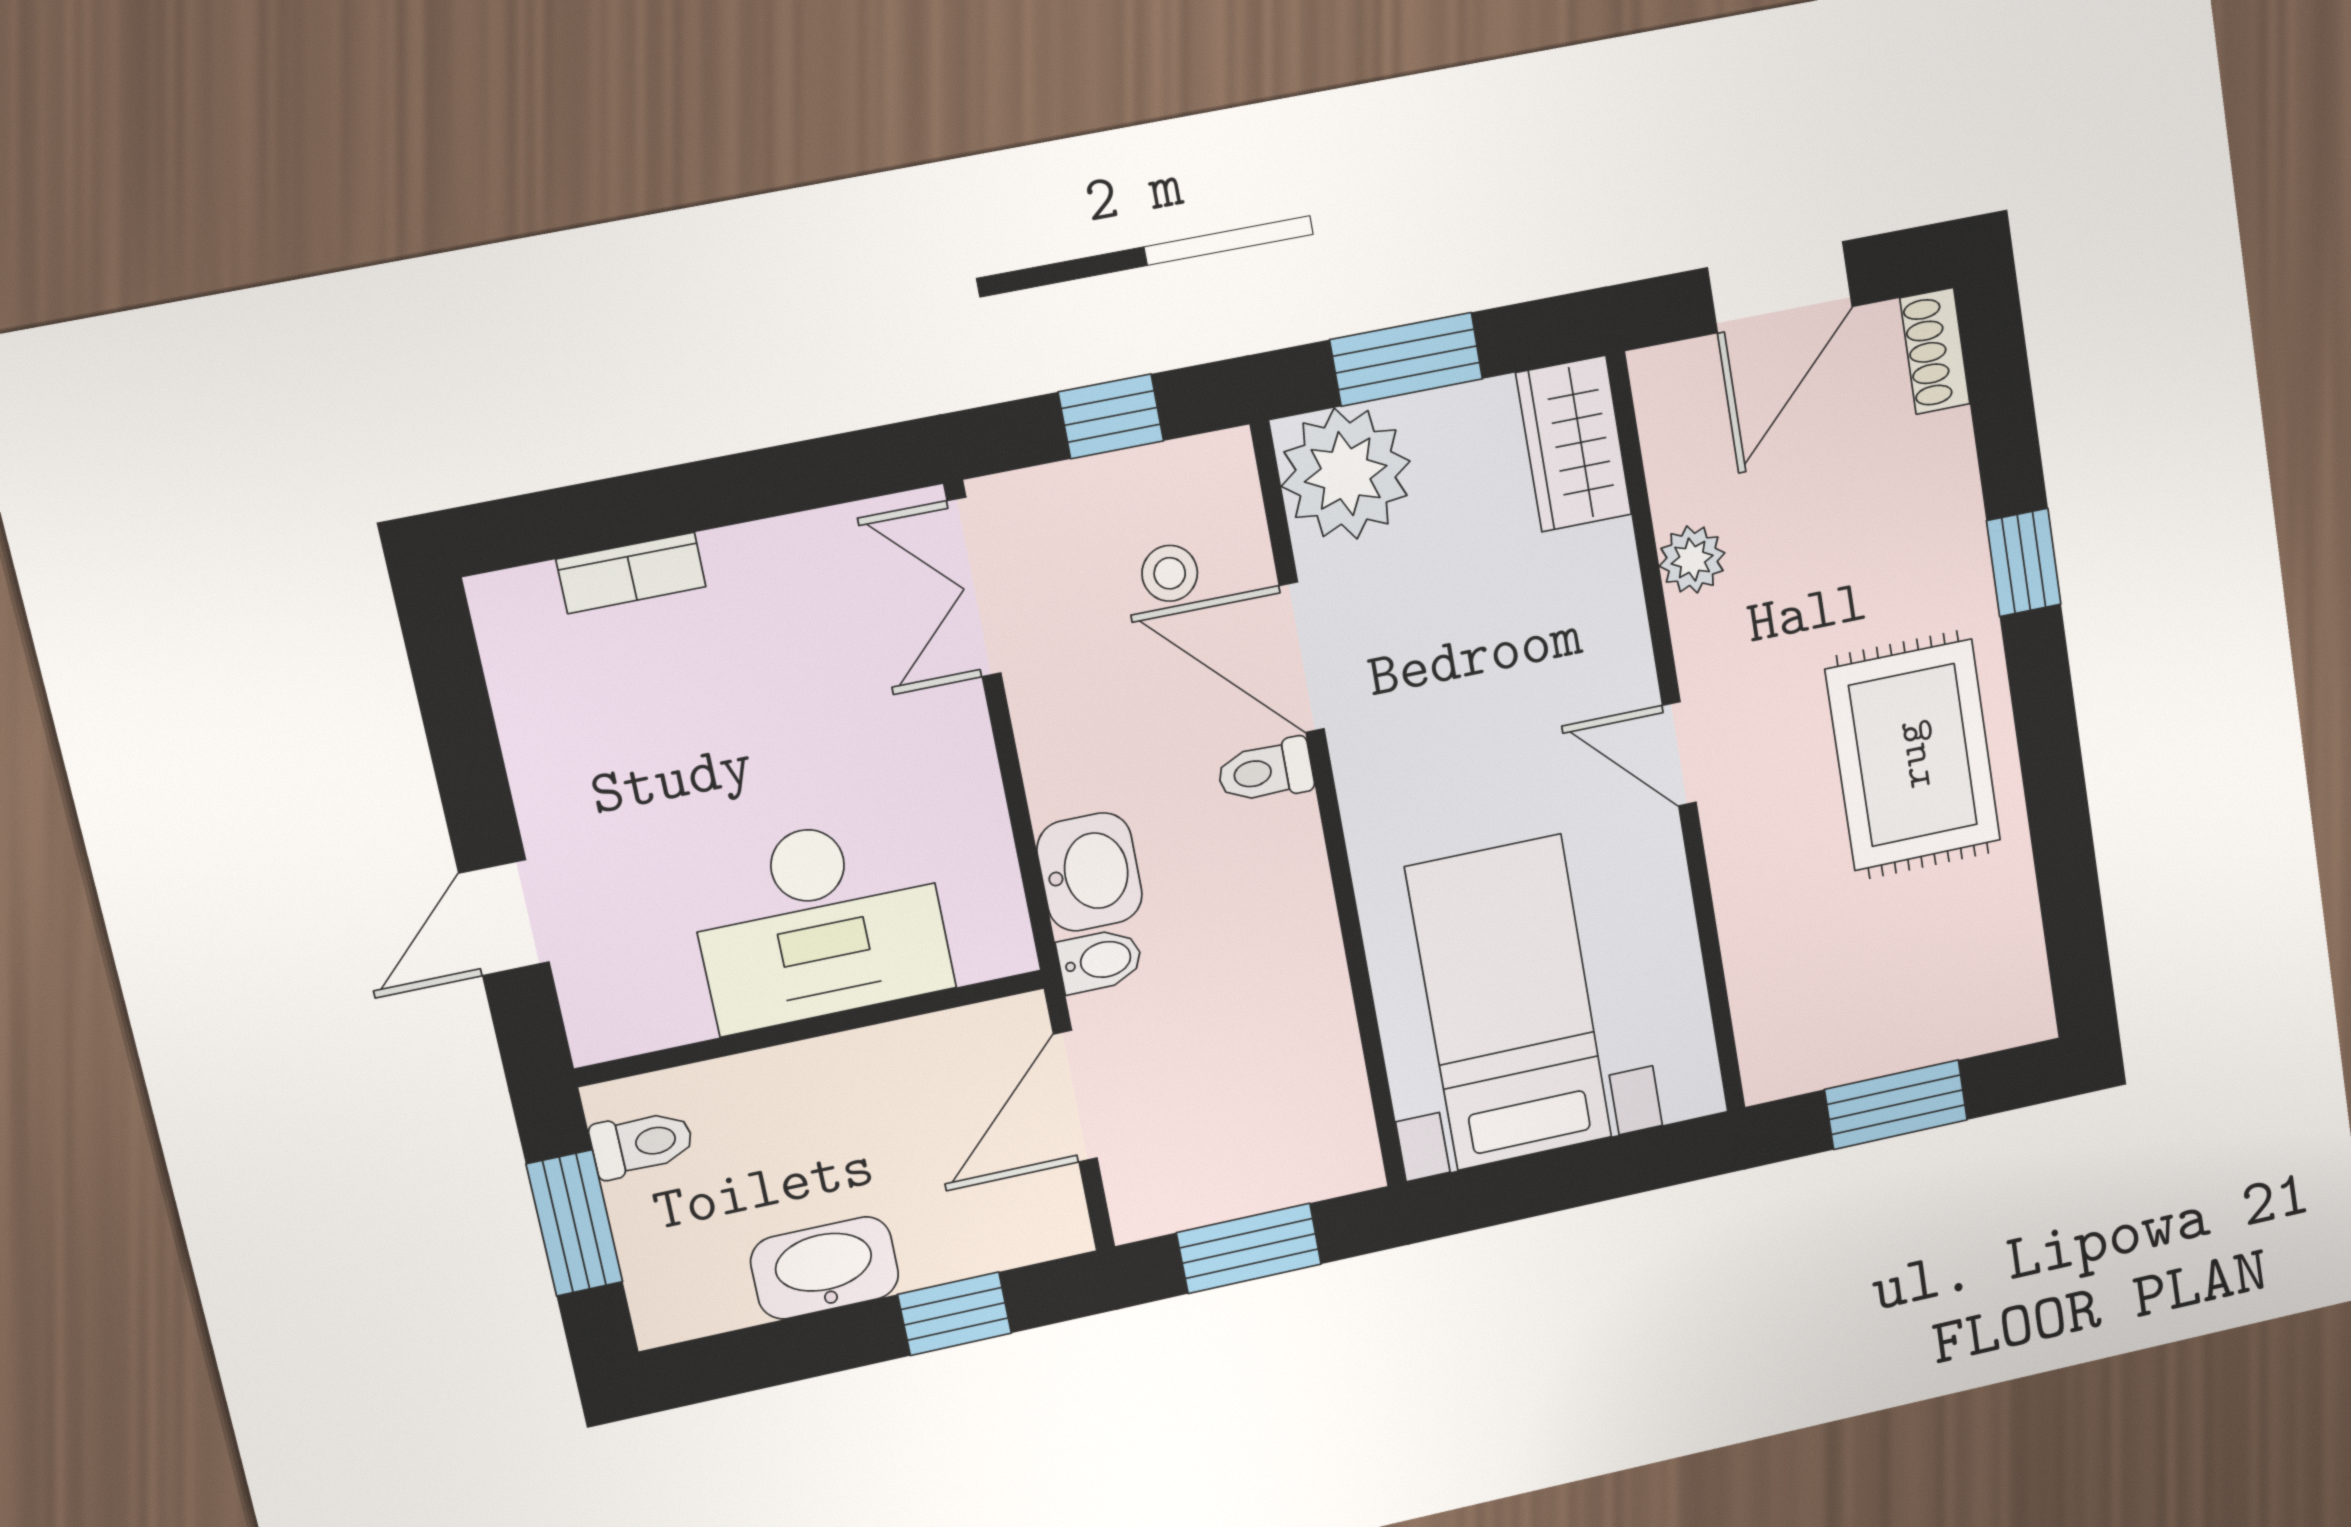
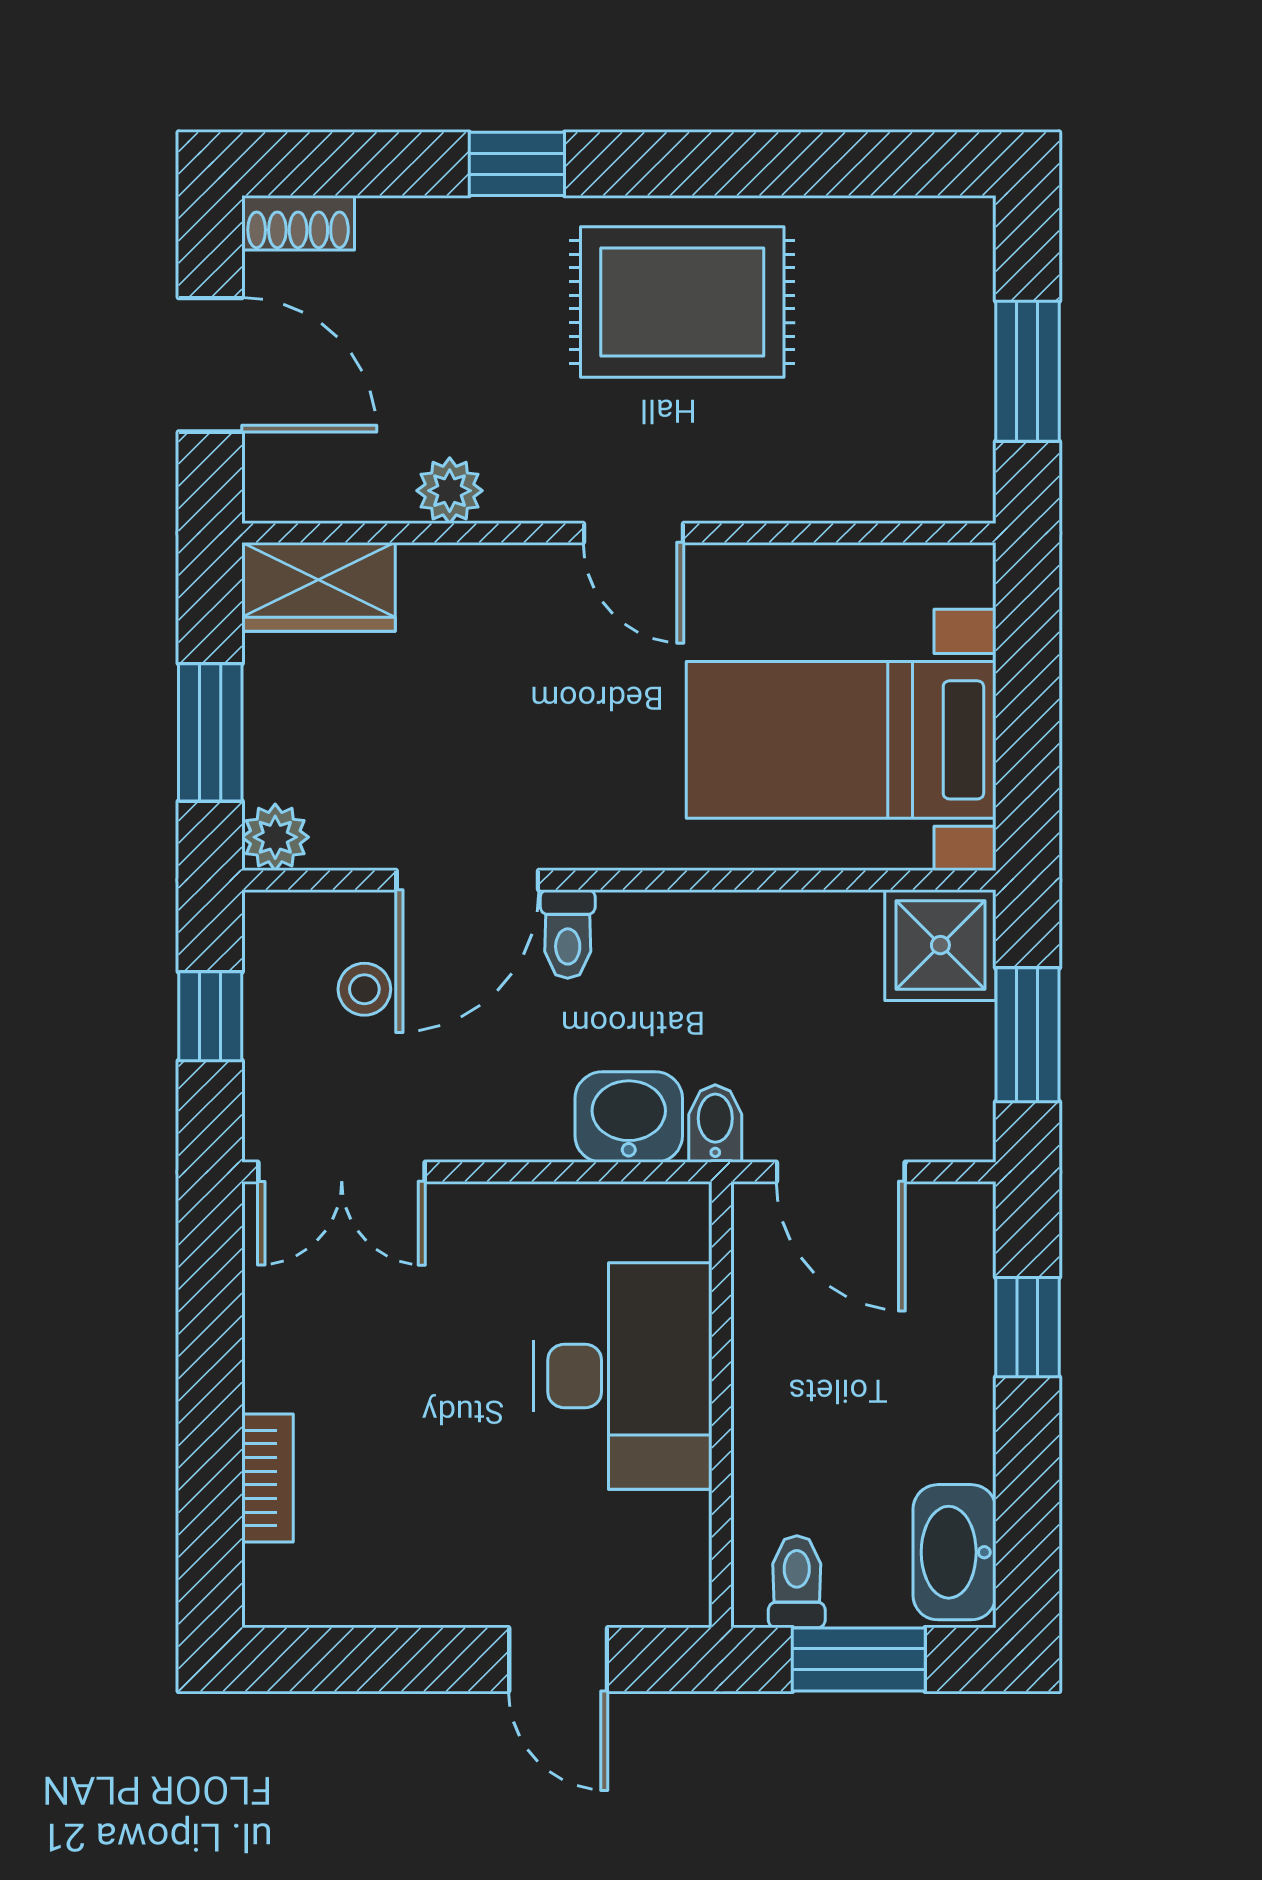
plant: (1346, 474) -> (275, 837), width x0.53, depth x0.53
door: (1679, 754) -> (633, 533), hinge flipped
shower: (1323, 1144) -> (940, 945), added
washbasin: (825, 1268) -> (954, 1552), moved

